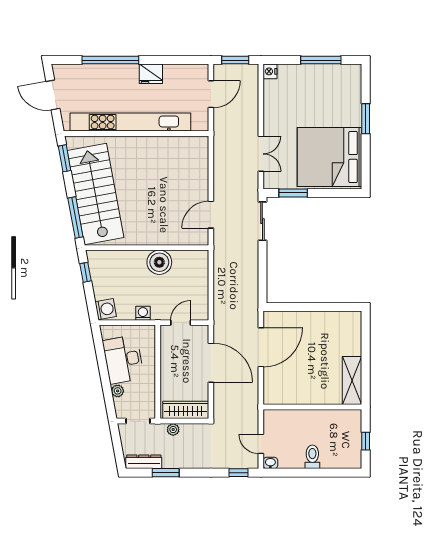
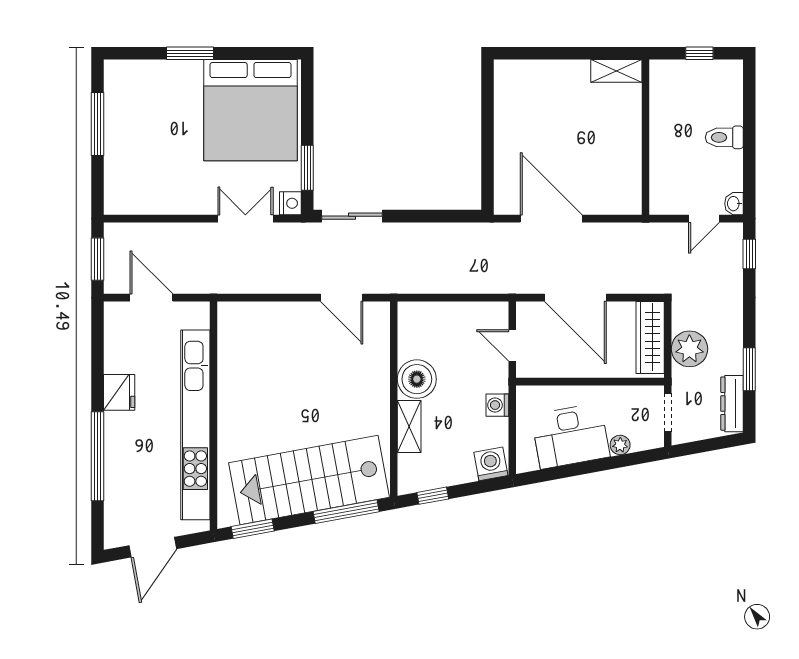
nightstand: (270, 71) -> (290, 203), moved, turned -90
shelving: (129, 257) -> (409, 427), added
door: (211, 363) -> (575, 298), swing flipped
shelving: (352, 380) -> (616, 71), width x0.67, depth x0.75
plant: (173, 430) -> (689, 349), width x1.88, depth x1.88

